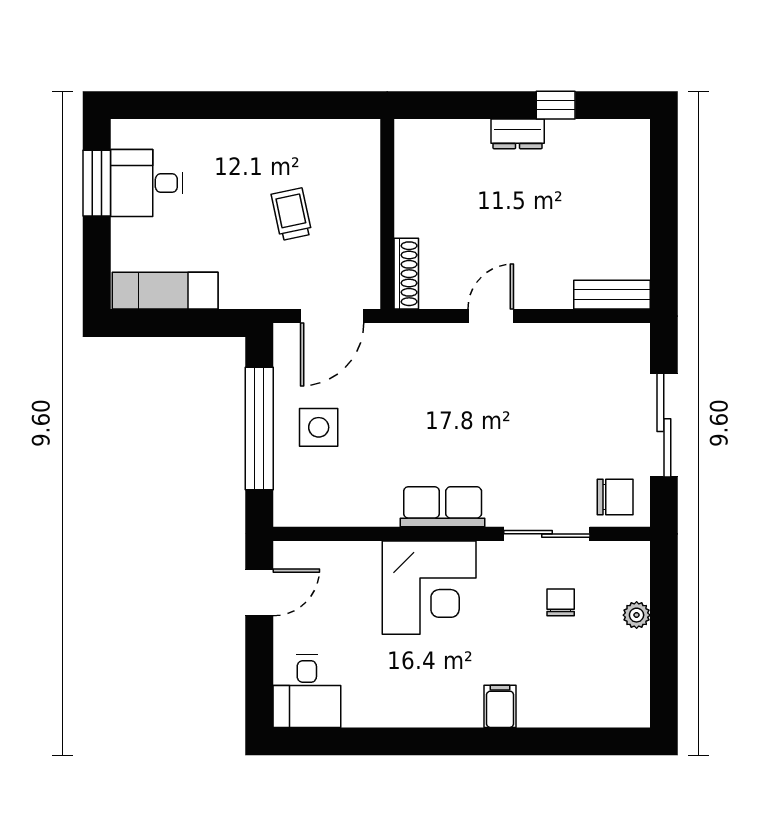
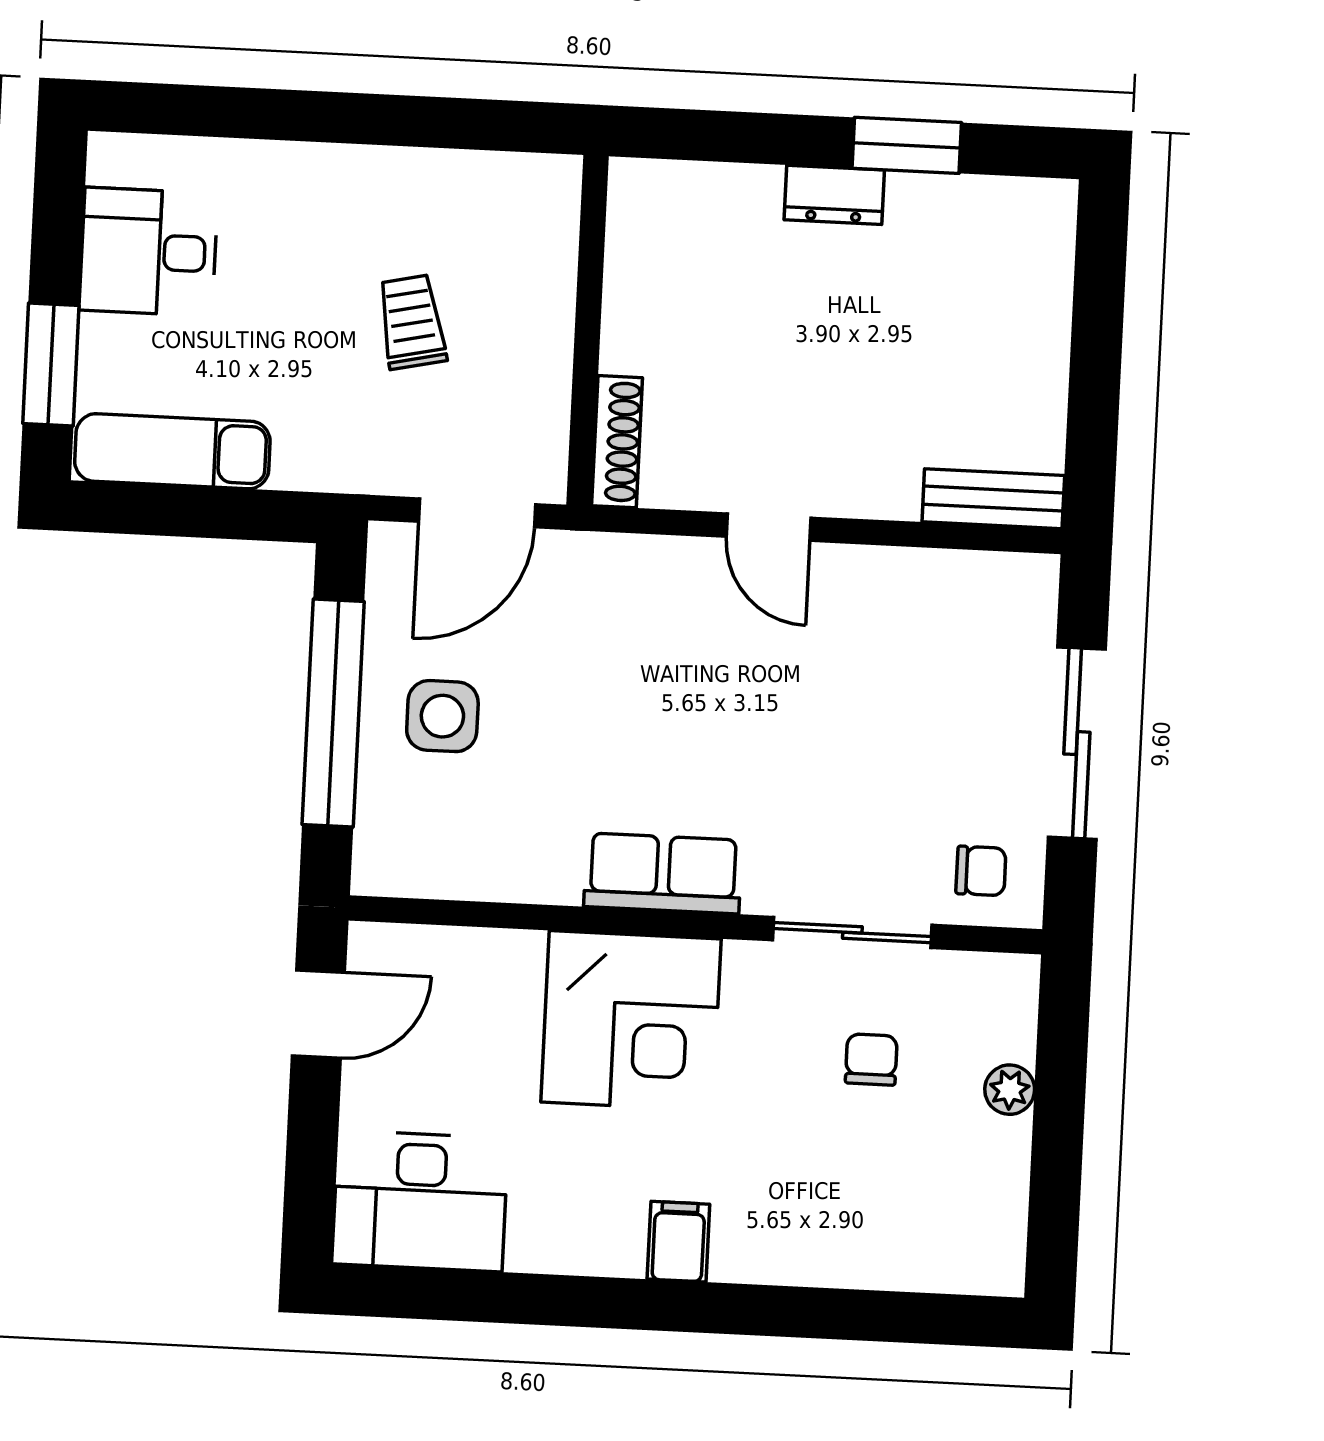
window: (556, 105) -> (907, 145), width x1.50
window: (97, 183) -> (51, 364), moved
door: (491, 316) -> (769, 527), swing flipped
chair: (615, 497) -> (981, 871), width x0.73, depth x0.73
desk: (307, 691) -> (420, 1201), width x1.37
filing cabinet: (500, 706) -> (678, 1242), moved

